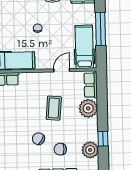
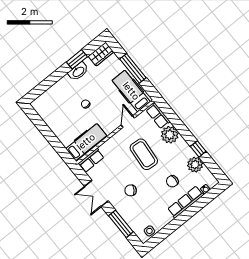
coffee table: (54, 108) -> (144, 154), width x1.36, depth x1.32
chair: (38, 139) -> (131, 190), moved

